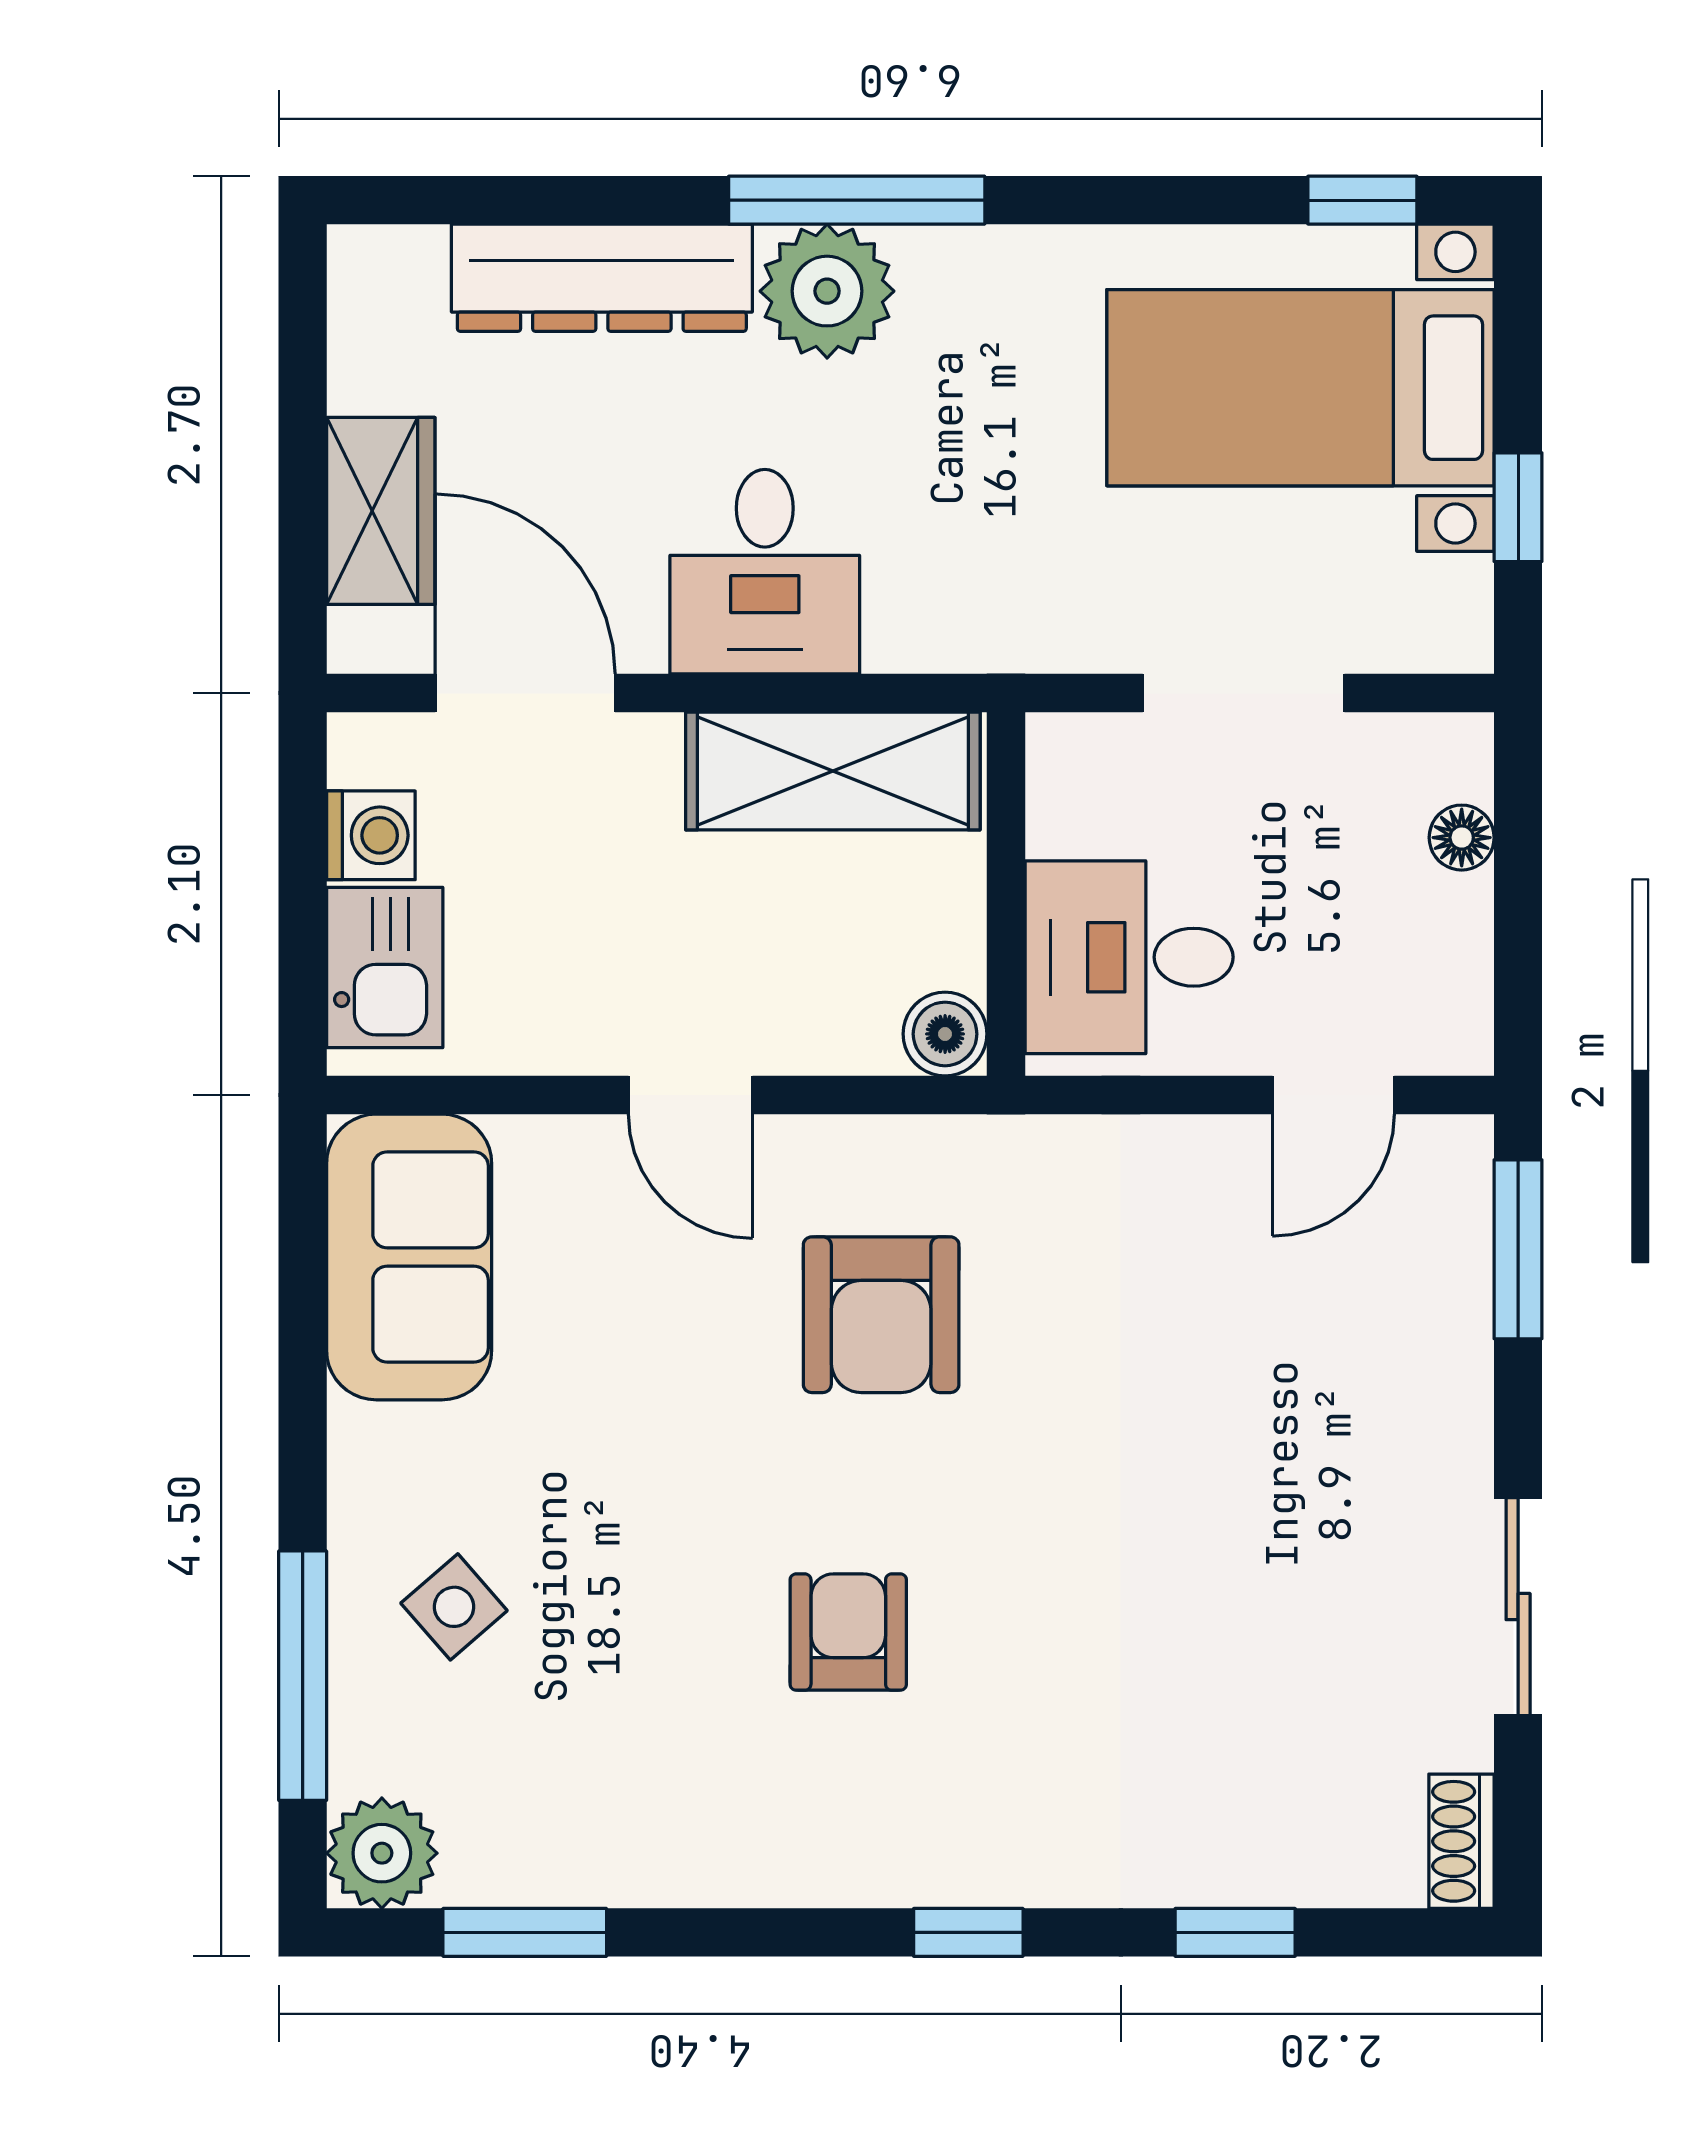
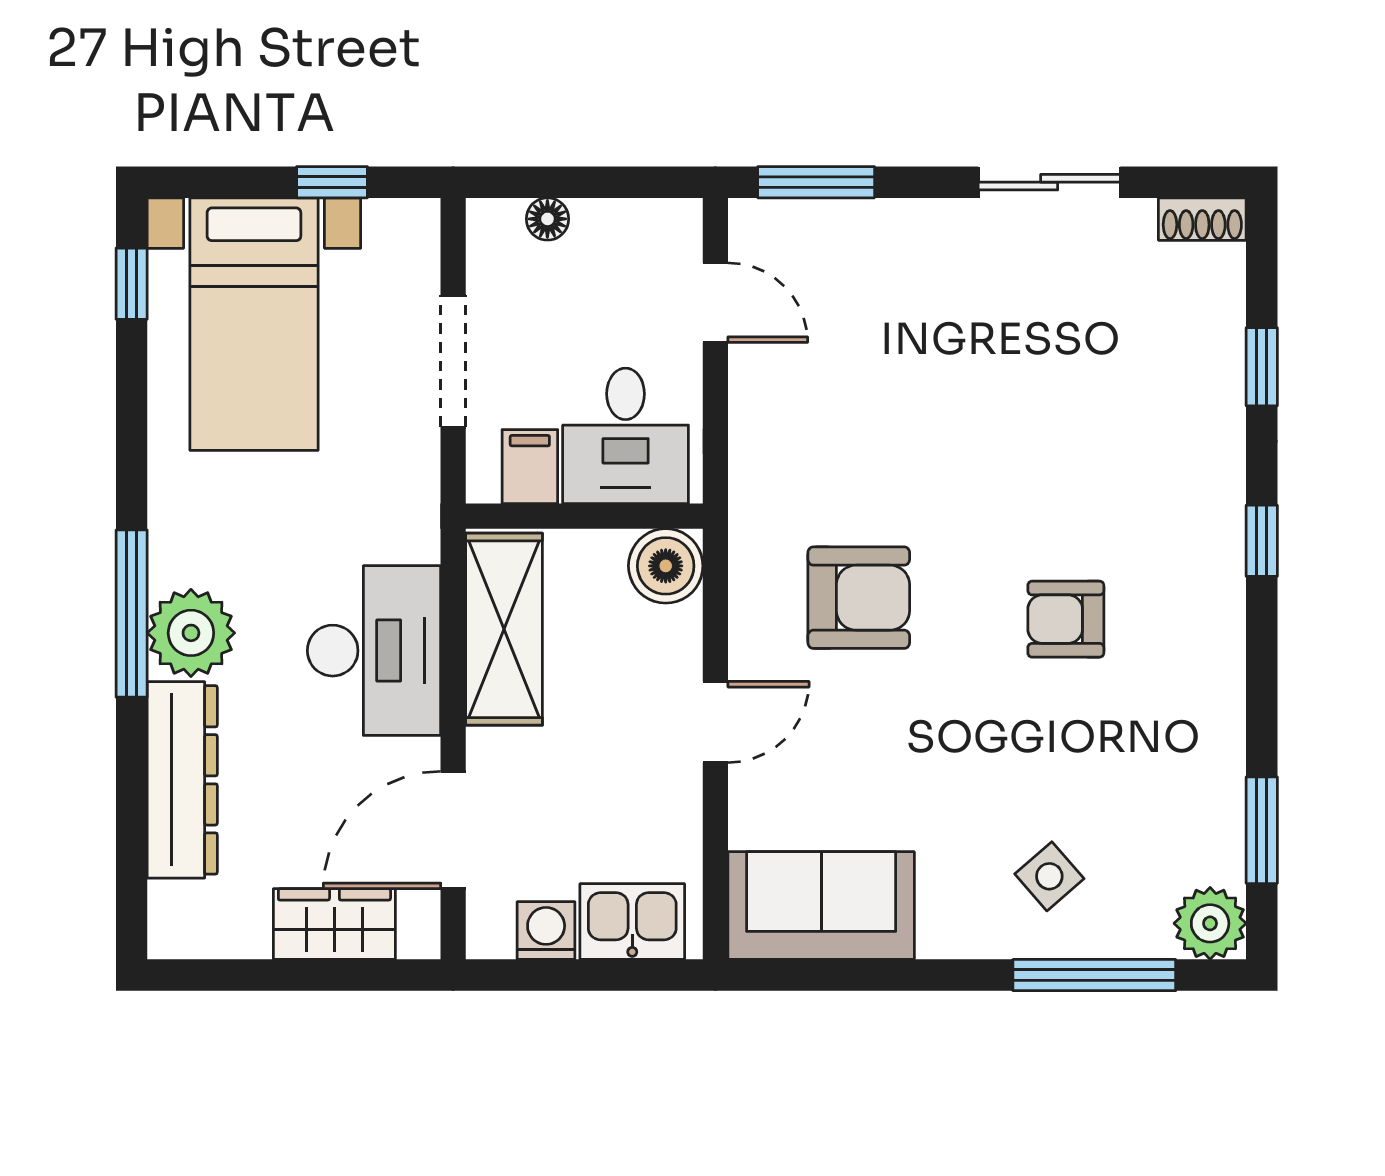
desk: (765, 572) -> (374, 651), width x1.37
filing cabinet: (1082, 811) -> (530, 467), added
boiler: (945, 1034) -> (666, 566), width x1.36, depth x1.36

